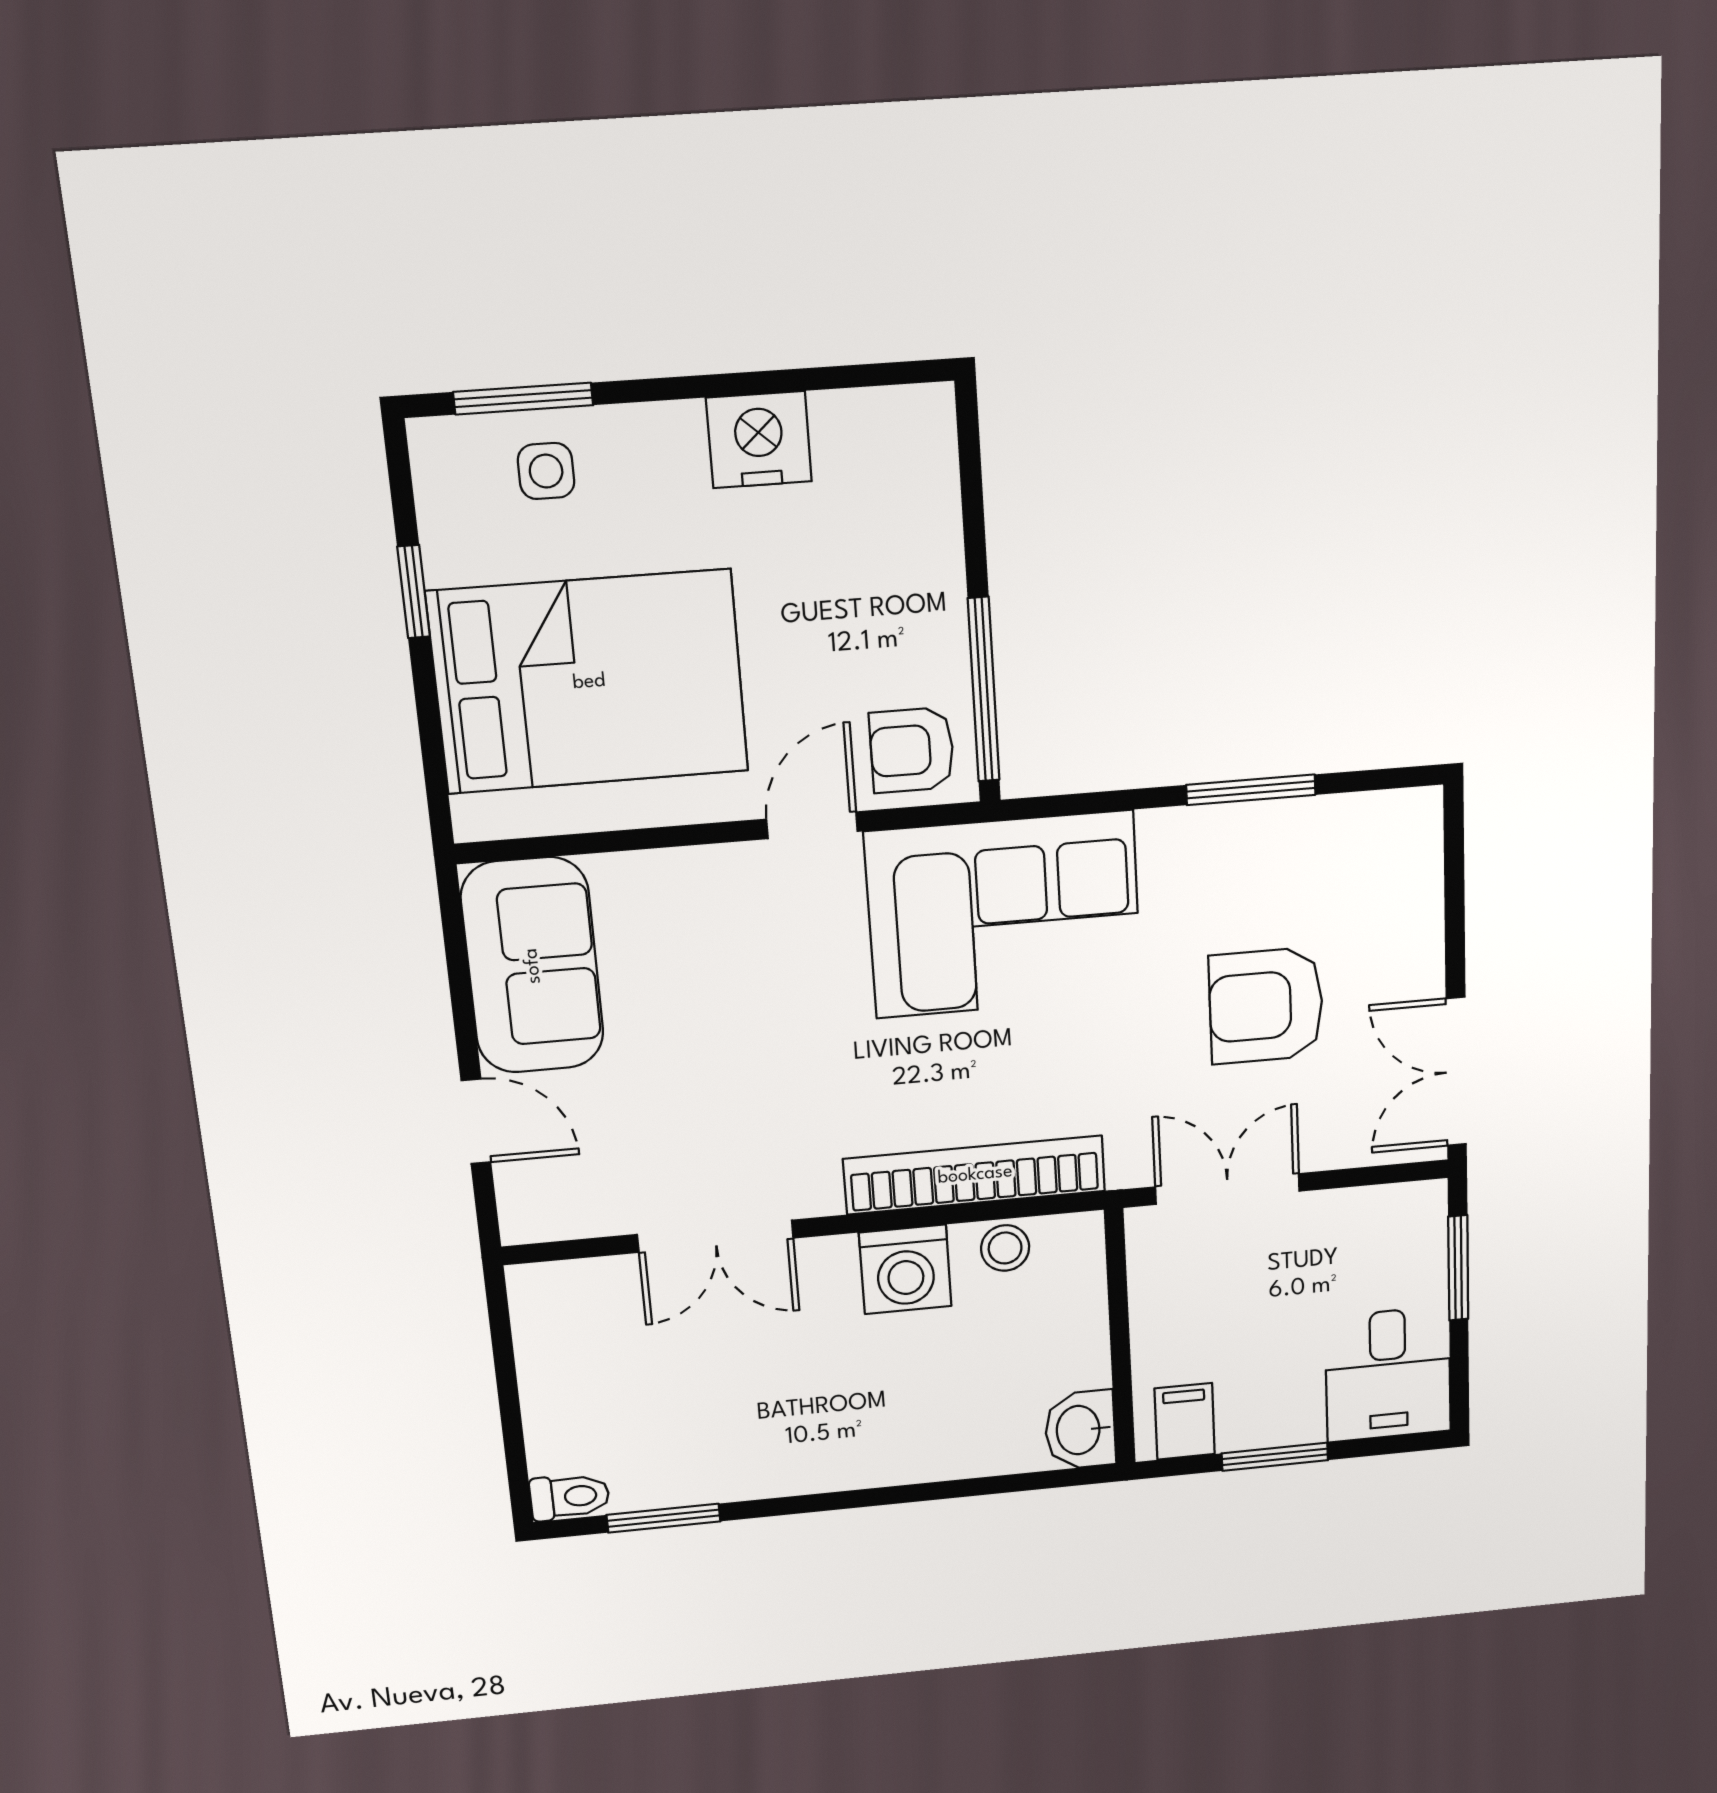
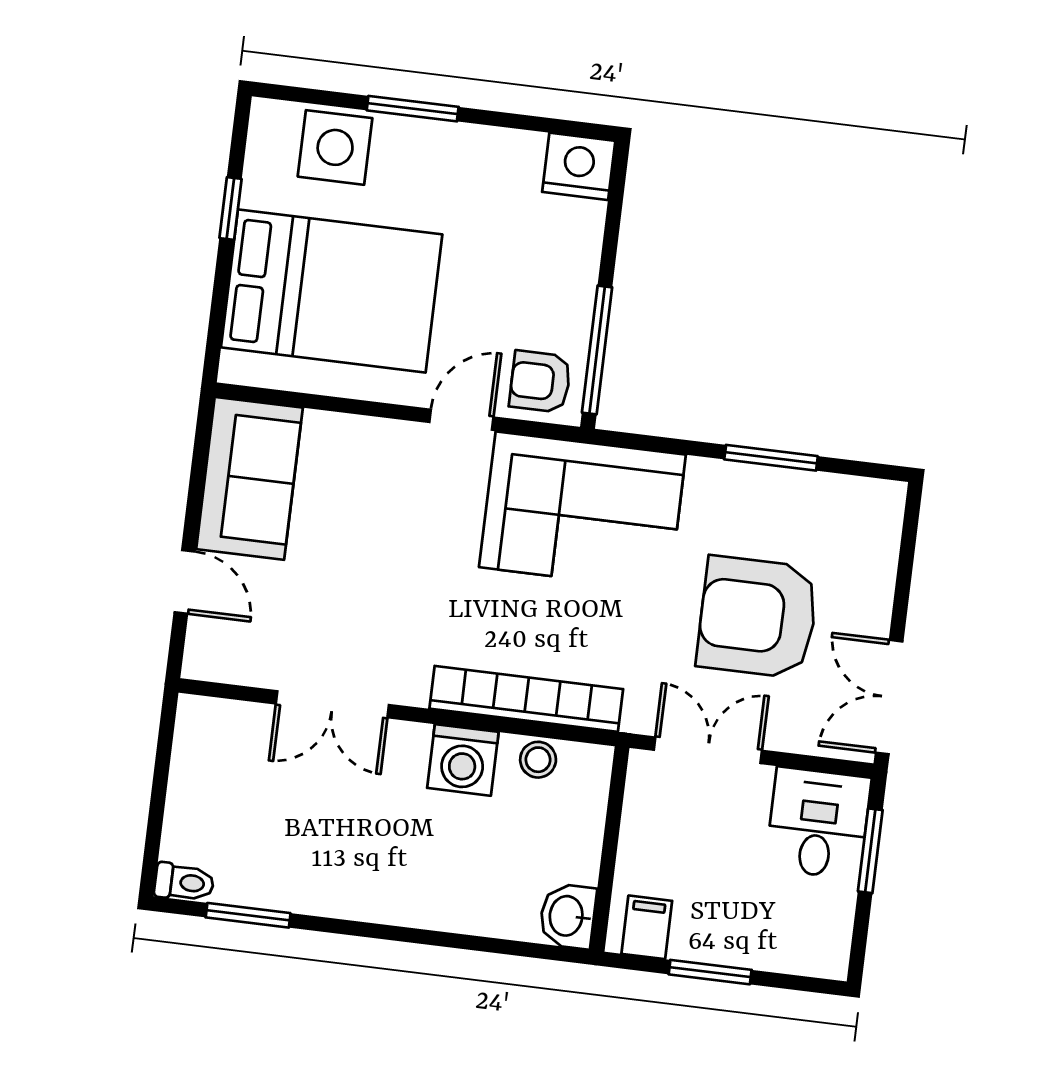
window: (523, 399) -> (413, 109), moved
nightstand: (759, 440) -> (579, 166), moved
side table: (546, 471) -> (335, 147), width x1.87, depth x1.87
armchair: (1266, 1006) -> (758, 617), width x1.36, depth x1.36
desk: (1388, 1374) -> (818, 823), moved, turned 180

